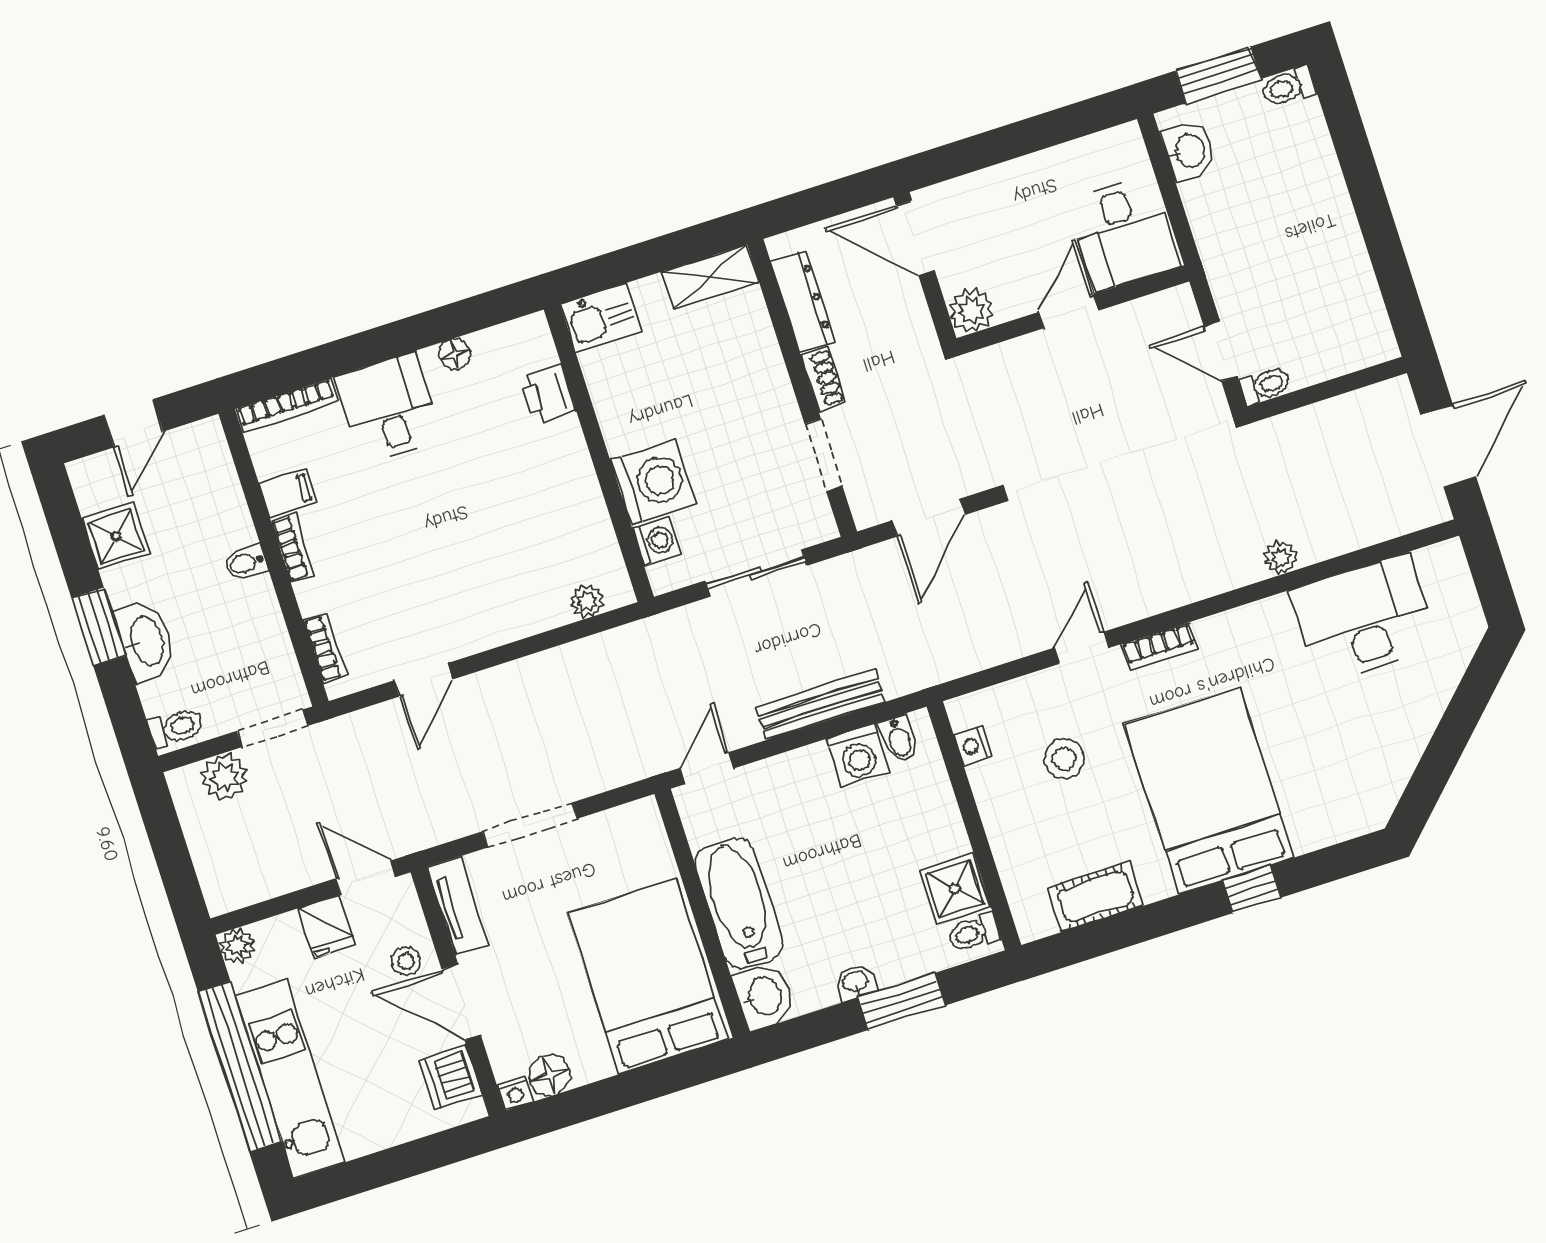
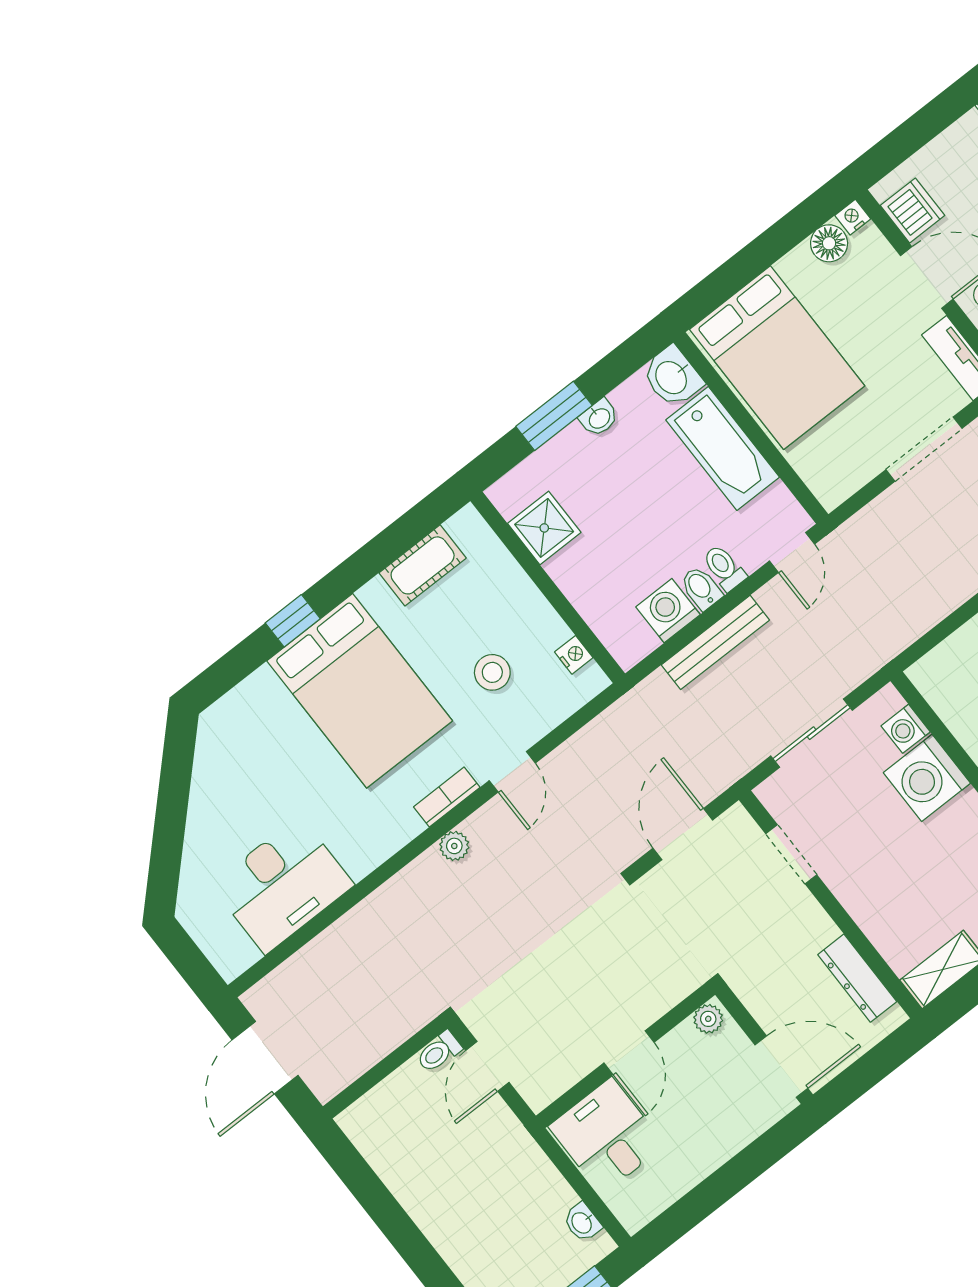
washbasin: (1189, 151) -> (582, 1222), width x0.72, depth x0.69
plant: (971, 310) -> (708, 1019), width x0.73, depth x0.73
door: (1221, 351) -> (487, 1066), swing flipped
shoe rack: (823, 379) -> (815, 918), removed
plant: (1281, 558) -> (454, 846), moved
plant: (587, 601) -> (946, 656), removed
bidet: (899, 739) -> (701, 588), moved
toilet: (974, 933) -> (724, 568), moved, turned -90

